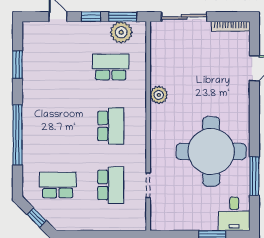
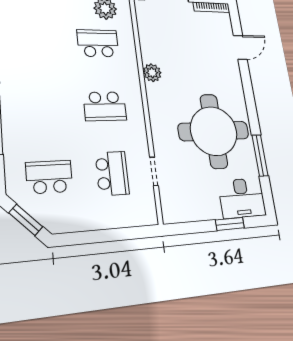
school desk: (111, 126) -> (105, 106), turned 90
desk: (234, 214) -> (242, 198), width x1.37
window: (37, 218) -> (26, 220), width x1.50

